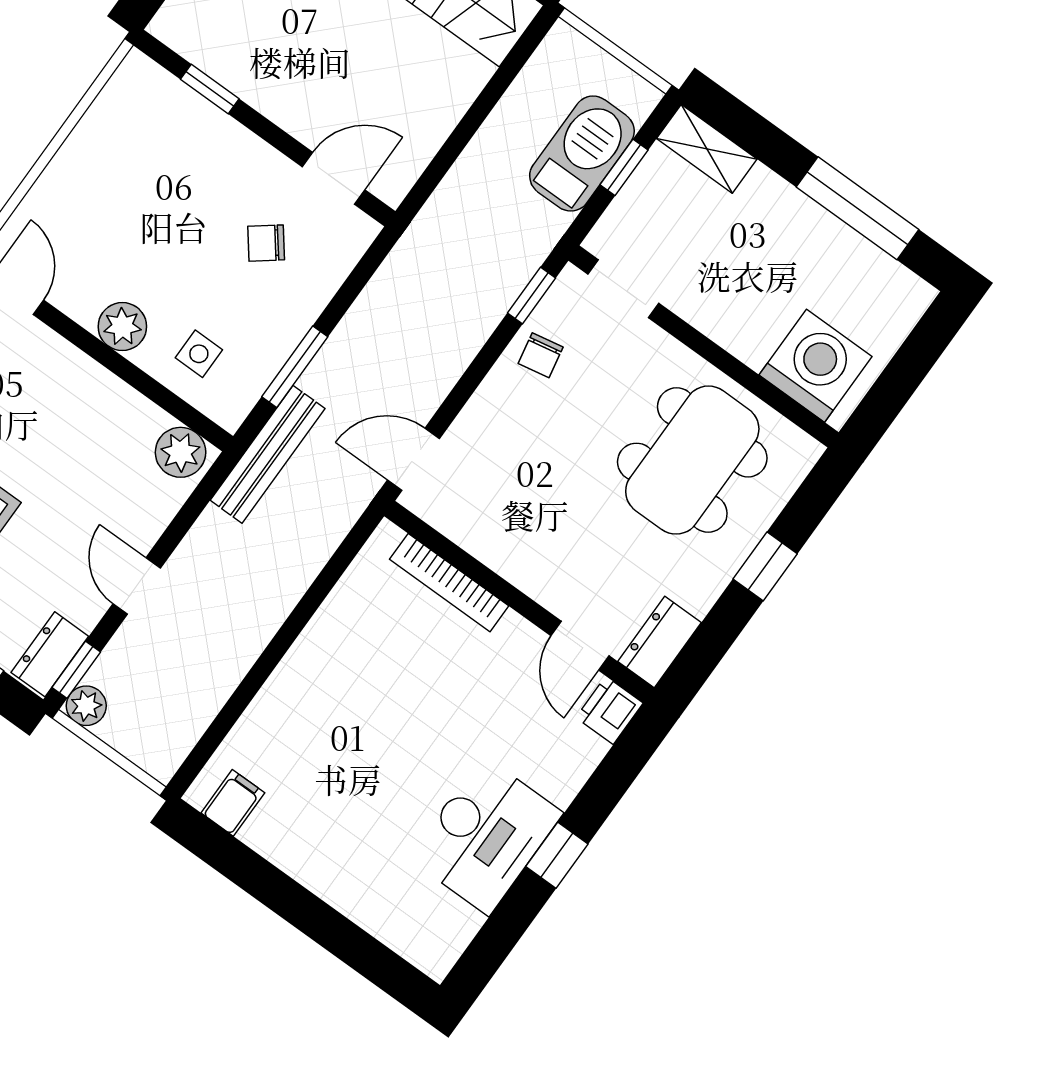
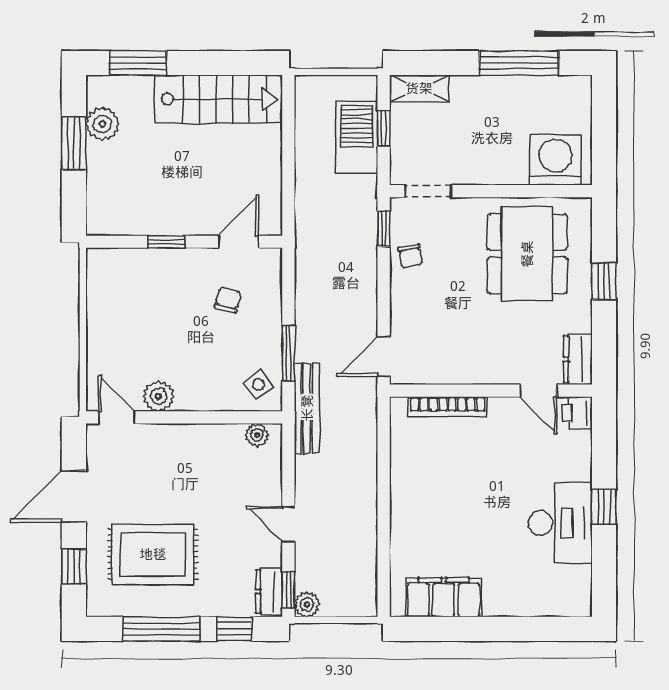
window: (210, 89) -> (166, 242), moved
chair: (266, 243) -> (228, 300), turned 143
plant: (122, 327) -> (159, 396), moved
side table: (199, 354) -> (258, 384), moved, turned -37
plant: (181, 452) -> (257, 435), width x0.73, depth x0.73
filing cabinet: (233, 803) -> (444, 597), width x3.00, depth x1.17

